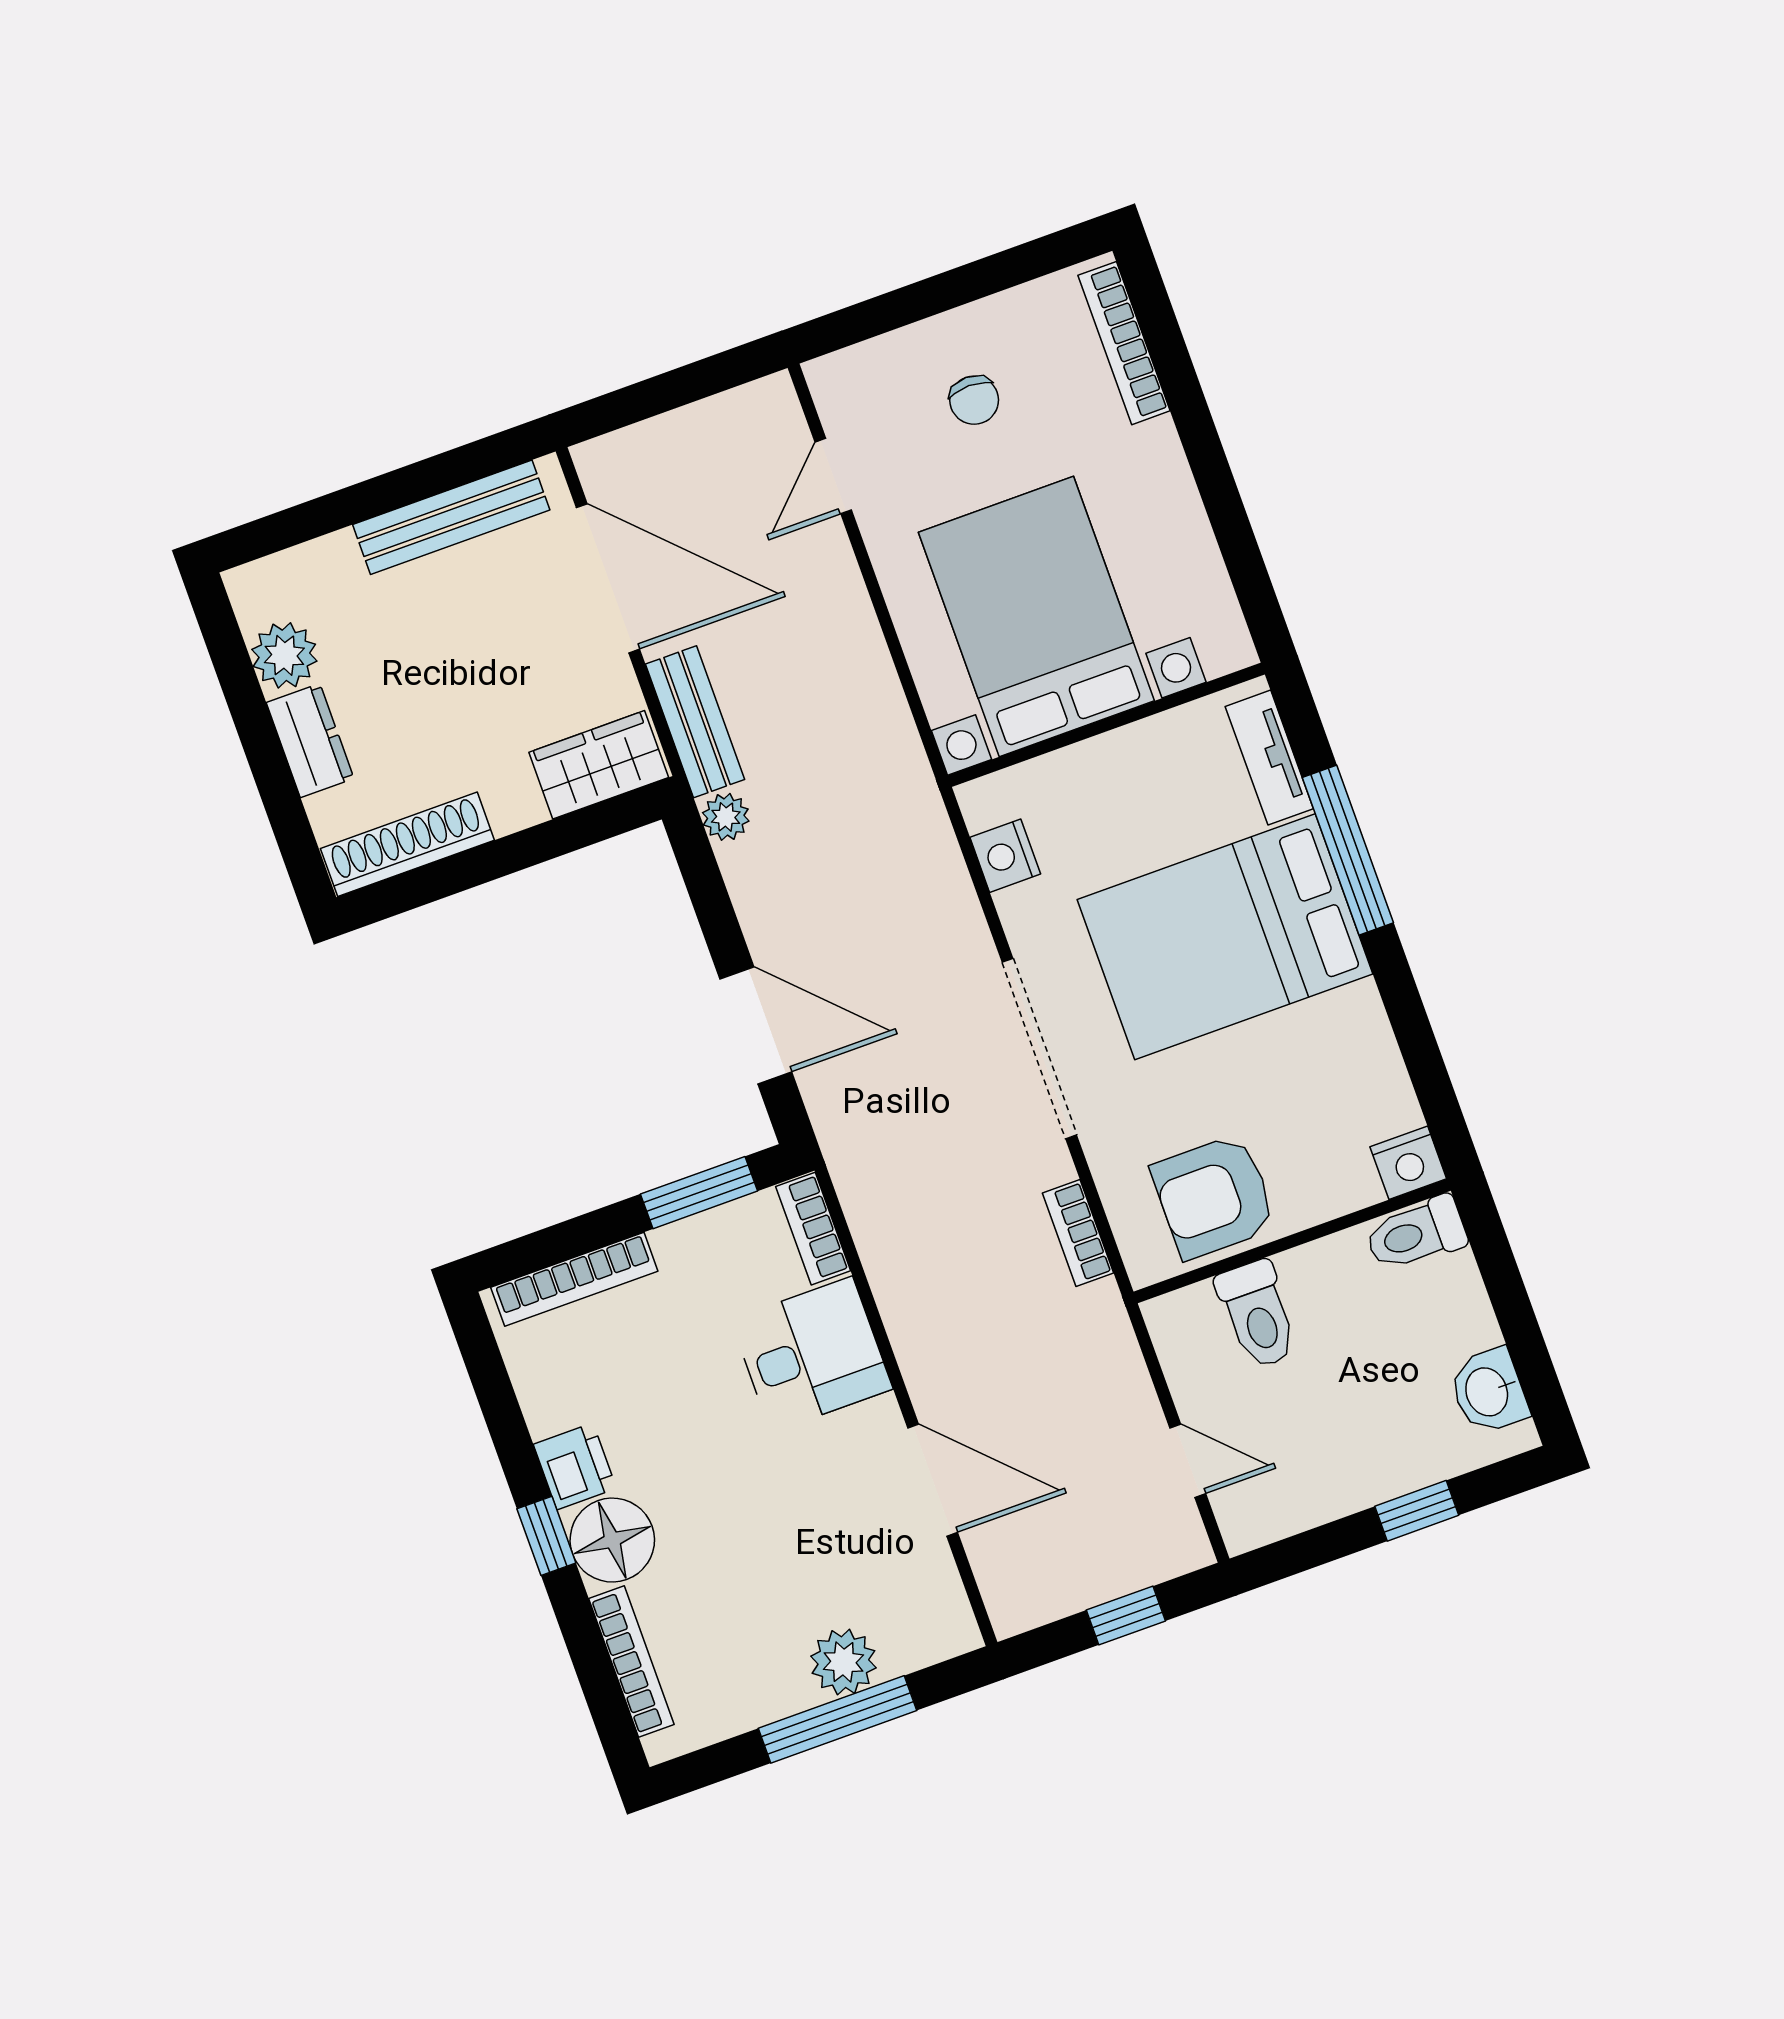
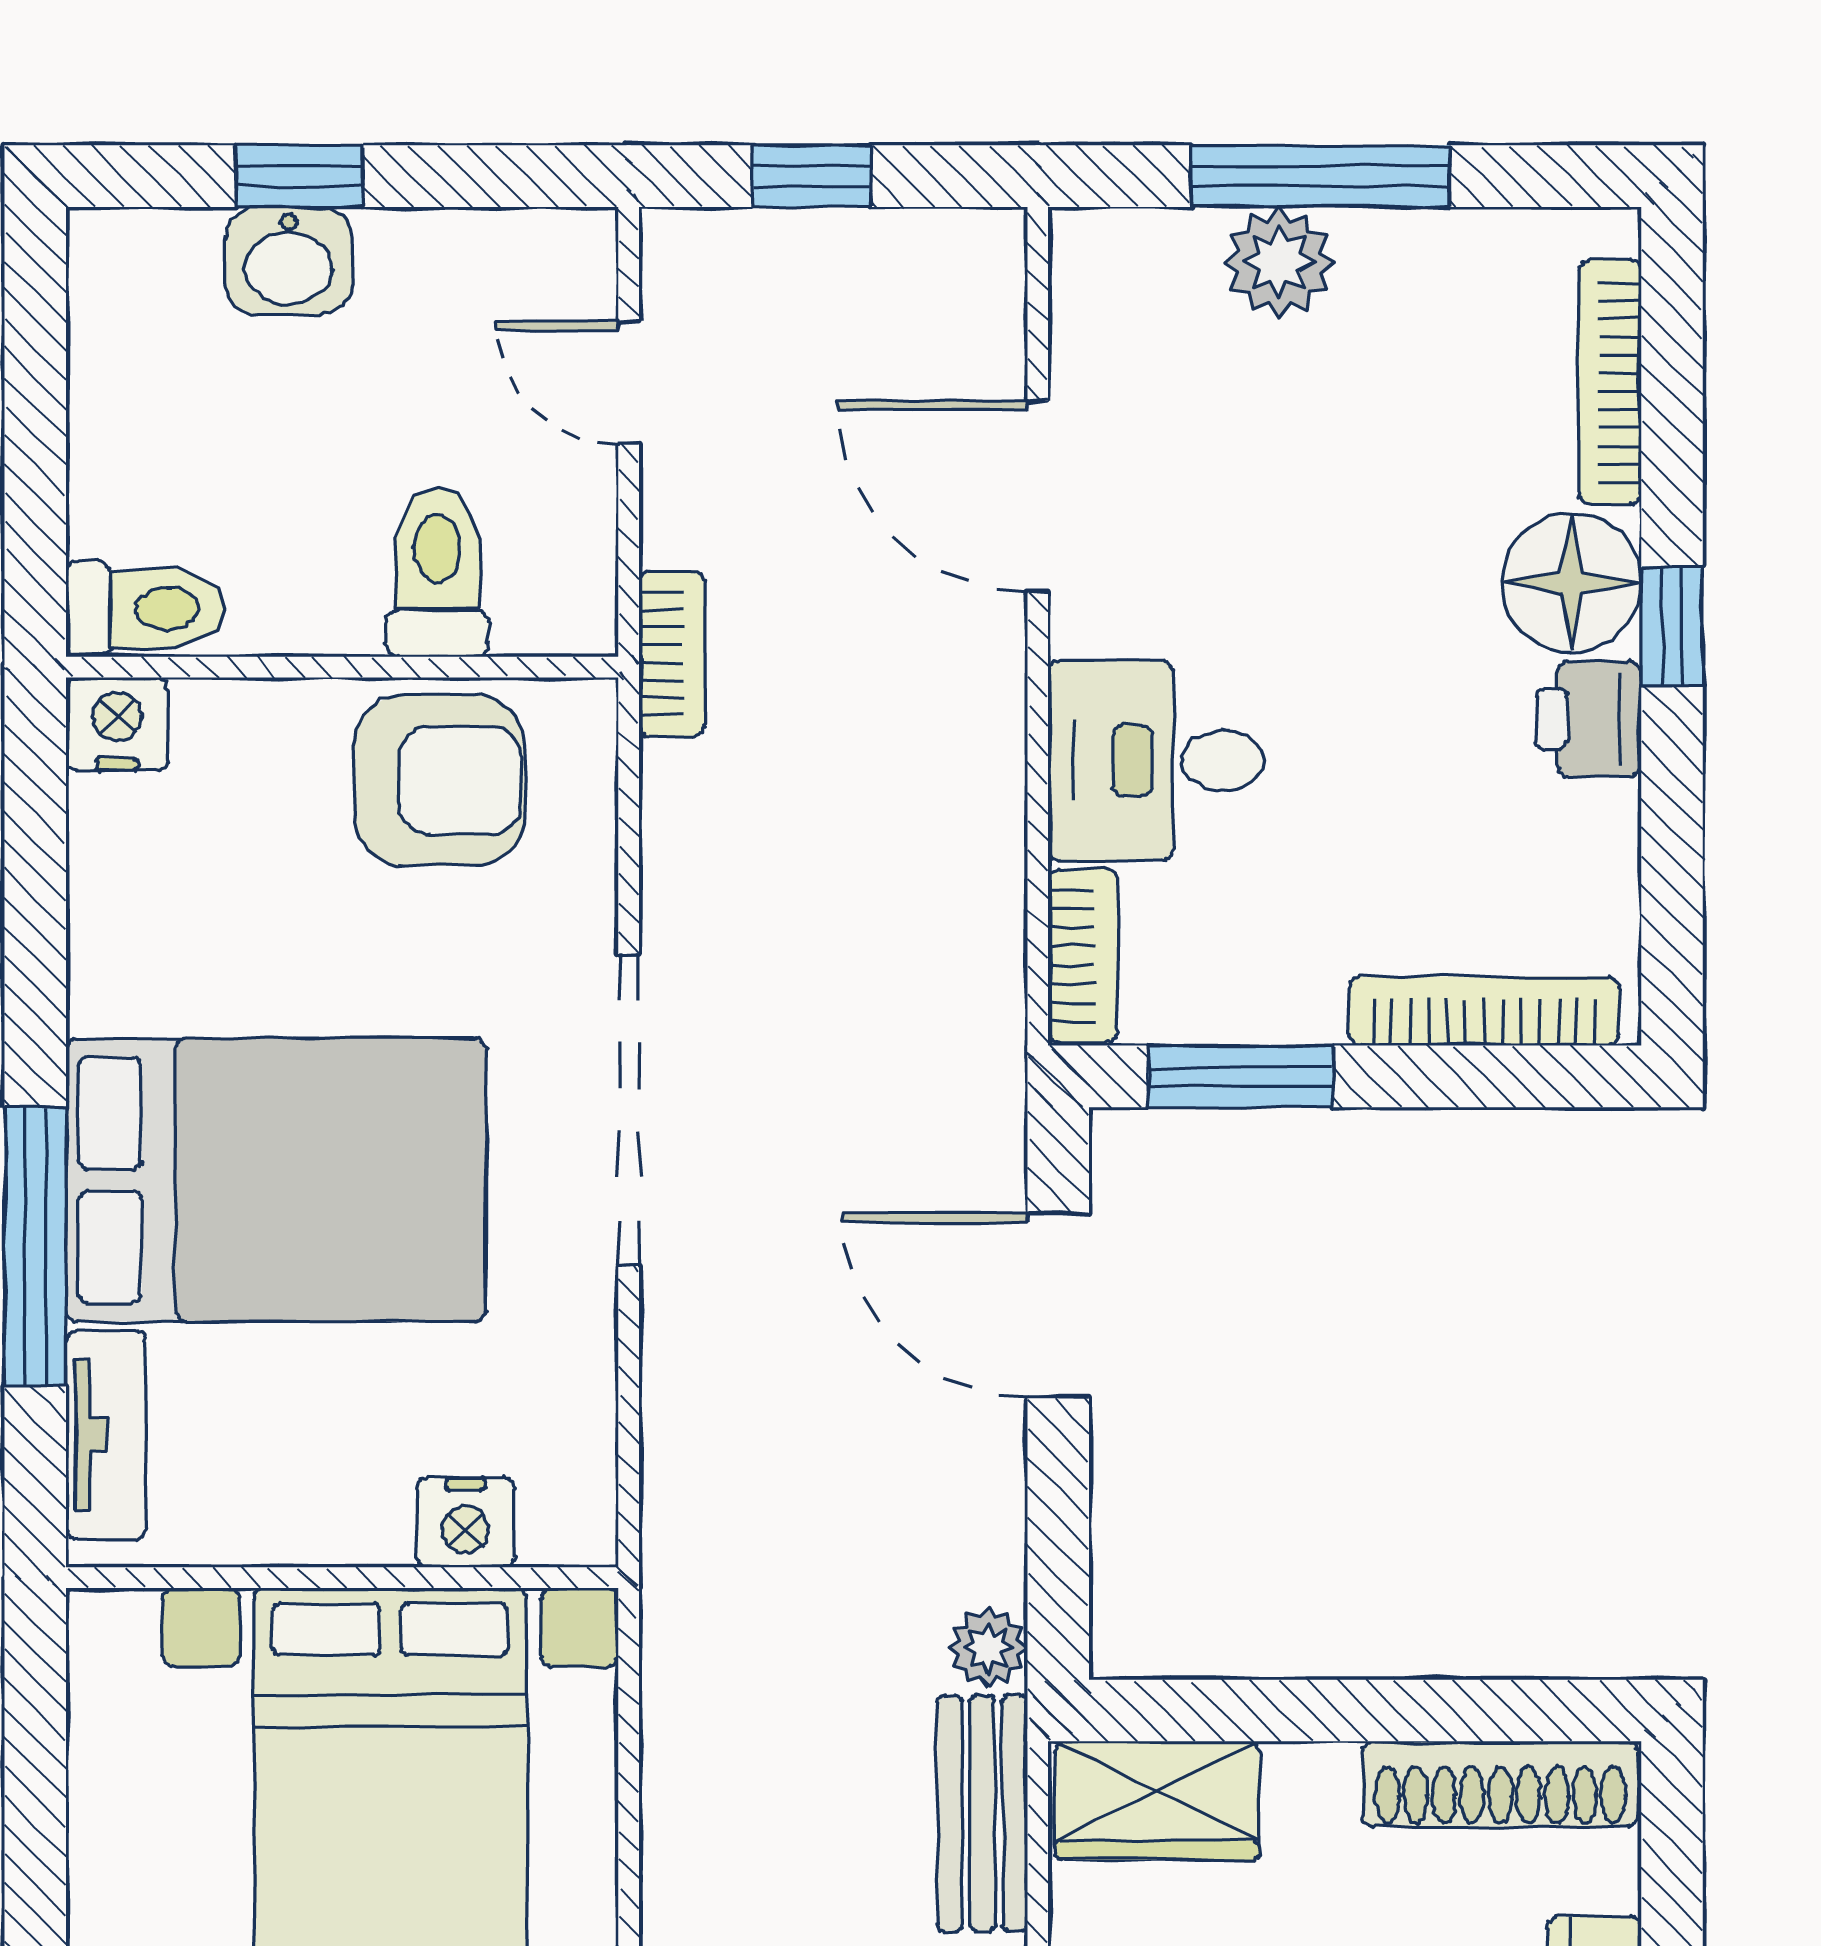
nightstand: (1005, 856) -> (466, 1522), moved, turned 90
bookcase: (1078, 1233) -> (672, 654), moved
washbasin: (1489, 1391) -> (289, 261), moved, turned 90

